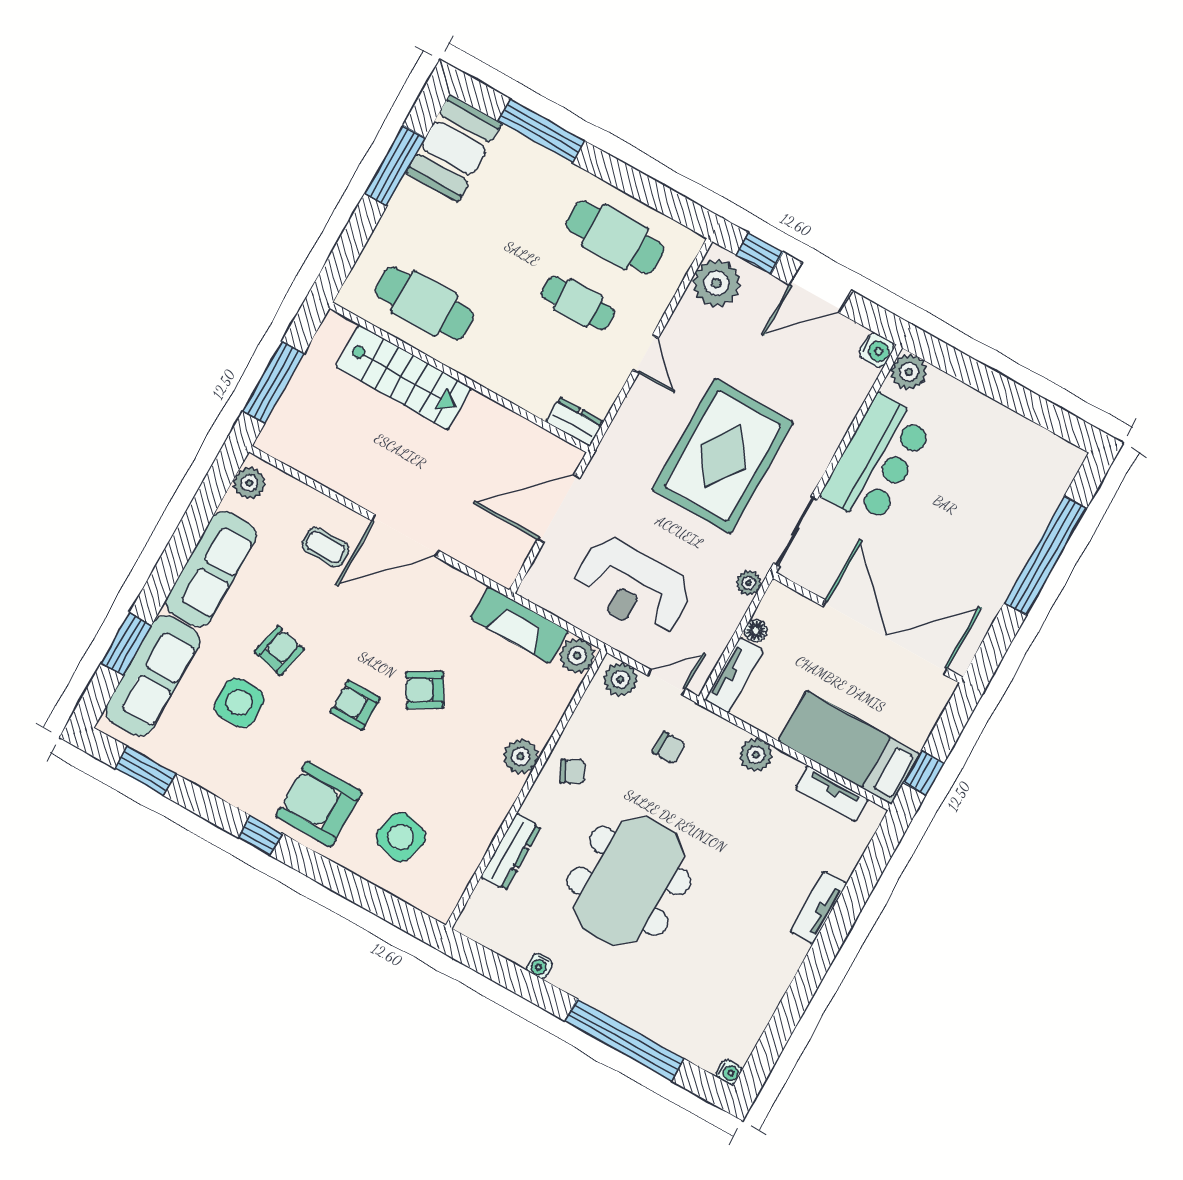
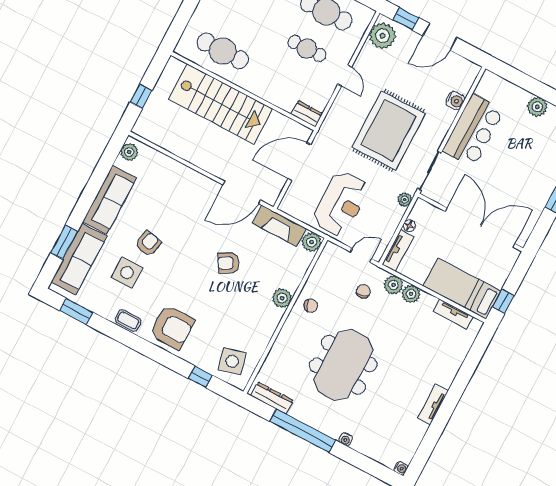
water cooler: (877, 350) -> (455, 101), moved
plant: (909, 372) -> (537, 107), moved
stairs: (404, 377) -> (221, 104), width x1.36, depth x1.51
window: (273, 382) -> (141, 96), width x0.46
door: (405, 536) -> (242, 192), moved
coffee table: (325, 547) -> (128, 321), moved
reception desk: (632, 587) -> (341, 204), turned -90
plant: (620, 679) -> (393, 285), moved
armchair: (355, 705) -> (190, 272), removed
chair: (669, 748) -> (363, 291), turned -106
armchair: (319, 804) -> (172, 327), turned 180
window: (260, 835) -> (200, 377), moved
side table: (401, 837) -> (232, 361), moved, turned -30
dresser: (511, 852) -> (272, 398), moved, turned -90
tv unit: (818, 907) -> (433, 405), moved
water cooler: (540, 966) -> (346, 439), moved
window: (625, 1040) -> (303, 431), moved

